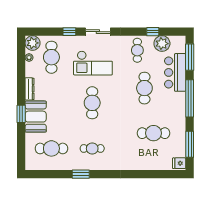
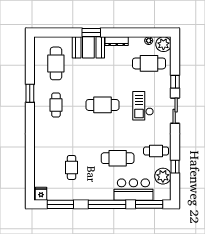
checkout: (93, 63) -> (143, 106), width x0.73, depth x0.83
cafe table: (154, 133) -> (72, 167), width x0.73, depth x0.74

